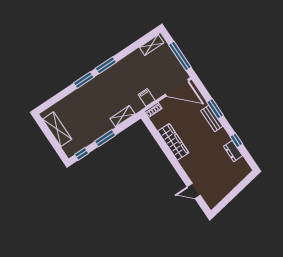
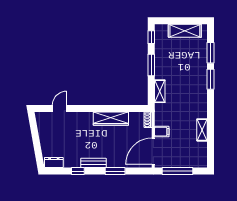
shelving: (152, 45) -> (202, 130), moved
window: (106, 65) -> (210, 53), moved
filing cabinet: (147, 97) -> (162, 132), moved
bench: (212, 119) -> (93, 163), moved
dresser: (233, 151) -> (54, 162), moved

